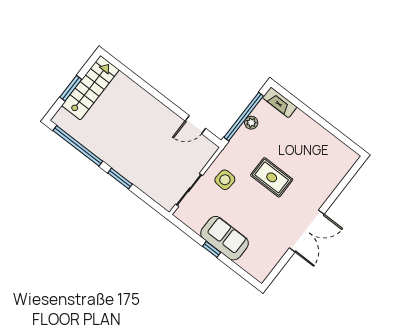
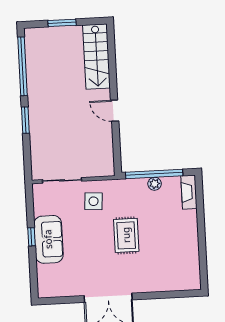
stairs: (90, 88) -> (96, 56), moved, turned 90
door: (195, 125) -> (115, 111), moved

